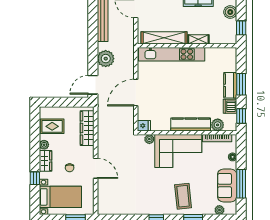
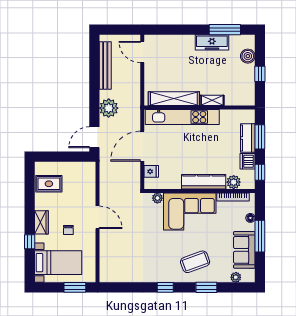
shelving: (164, 38) -> (174, 99), moved
shelving: (198, 39) -> (212, 100), moved
wall: (187, 46) -> (200, 108), moved
kitchen unit: (172, 54) -> (182, 117), moved
fridge: (144, 126) -> (151, 171), moved
wardrobe: (87, 128) -> (88, 186), removed
plant: (44, 145) -> (40, 204), removed
door: (96, 168) -> (97, 217), moved
window: (241, 184) -> (260, 236), moved
coffee table: (183, 196) -> (195, 262), turned 76

